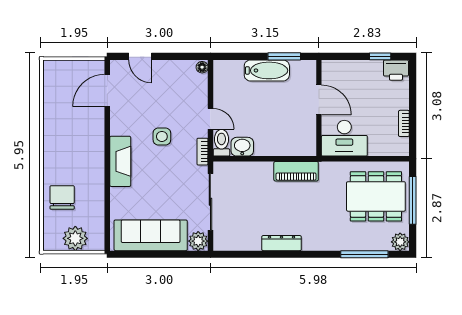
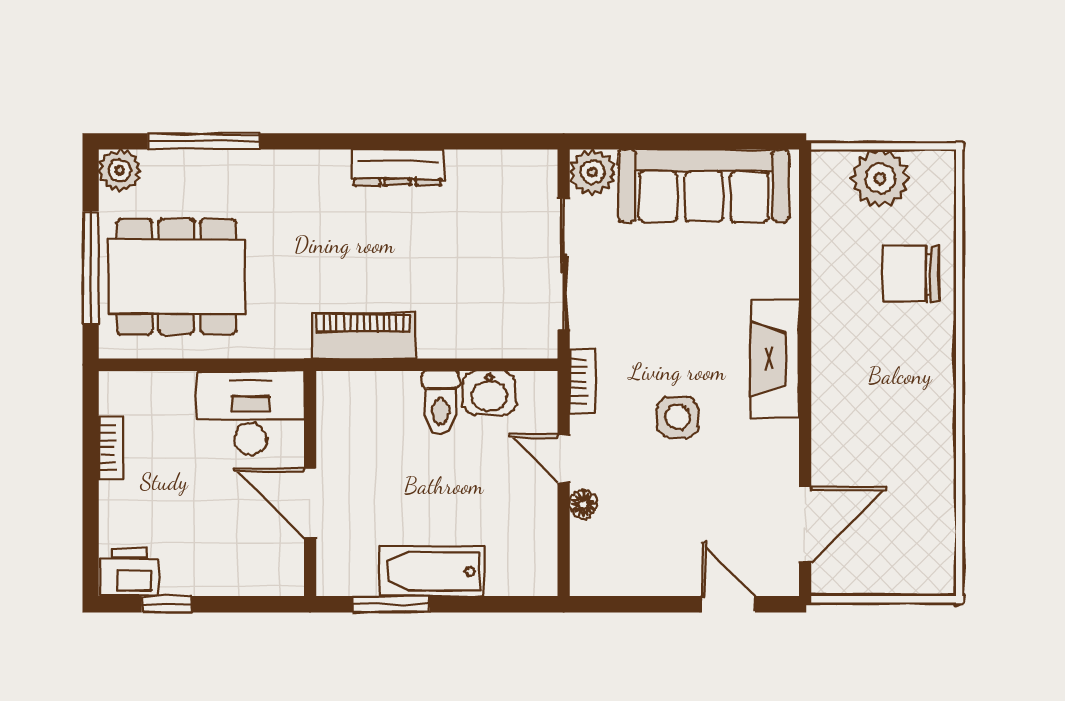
floor lamp: (202, 67) -> (583, 504), moved
toilet: (221, 143) -> (441, 402), moved
chair: (62, 197) -> (911, 274), turned 90

